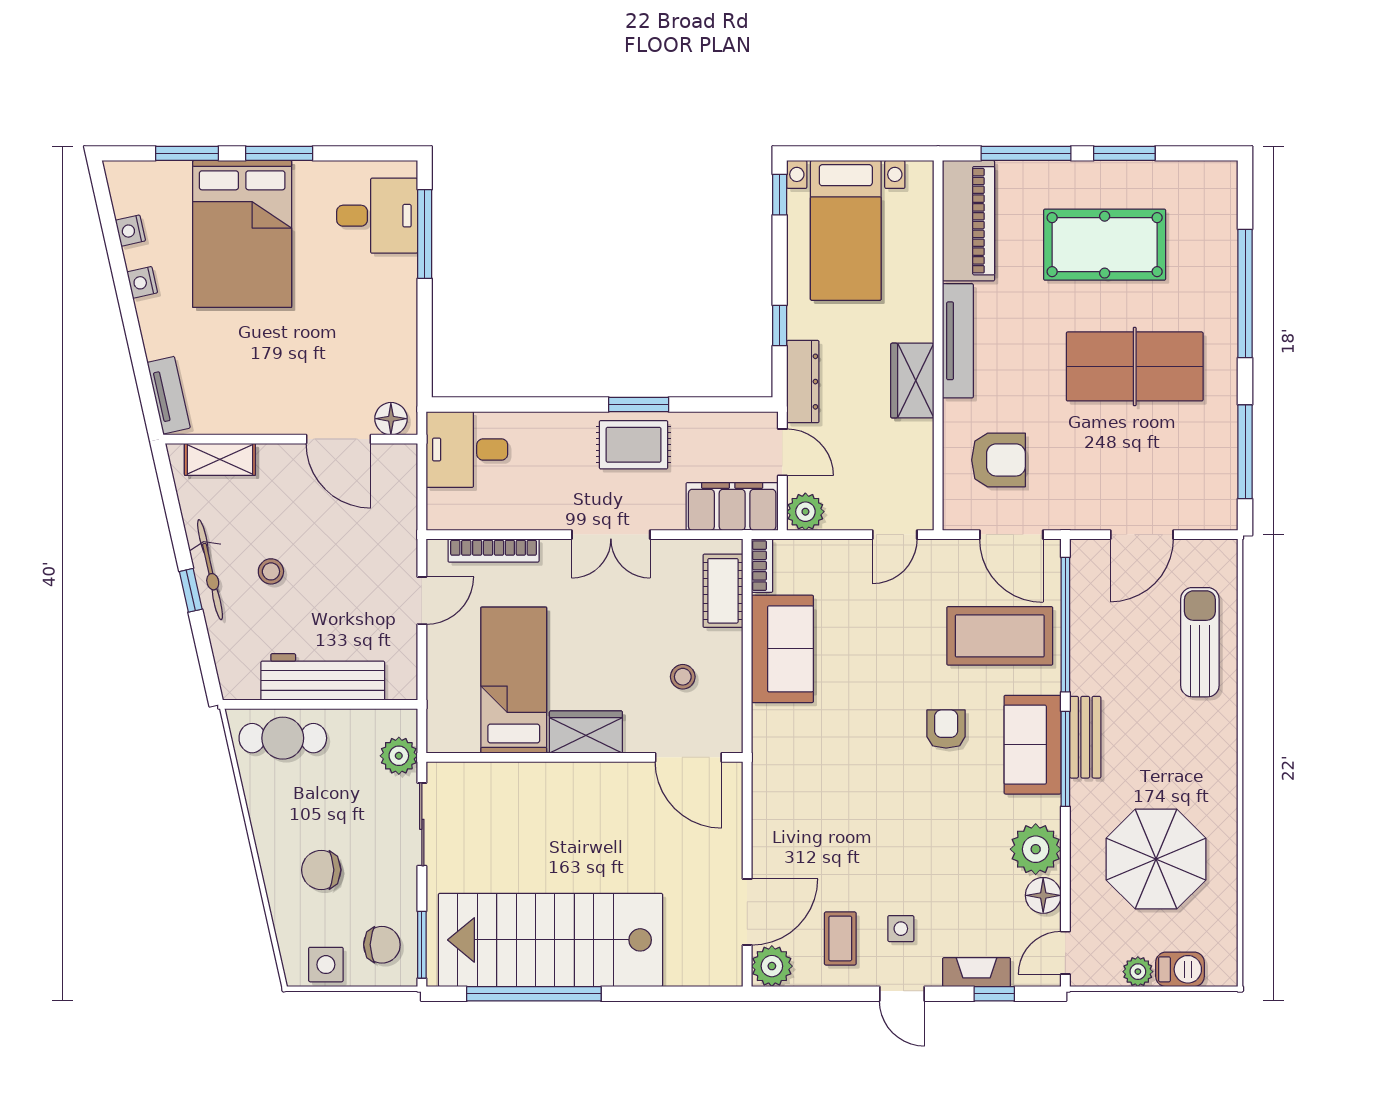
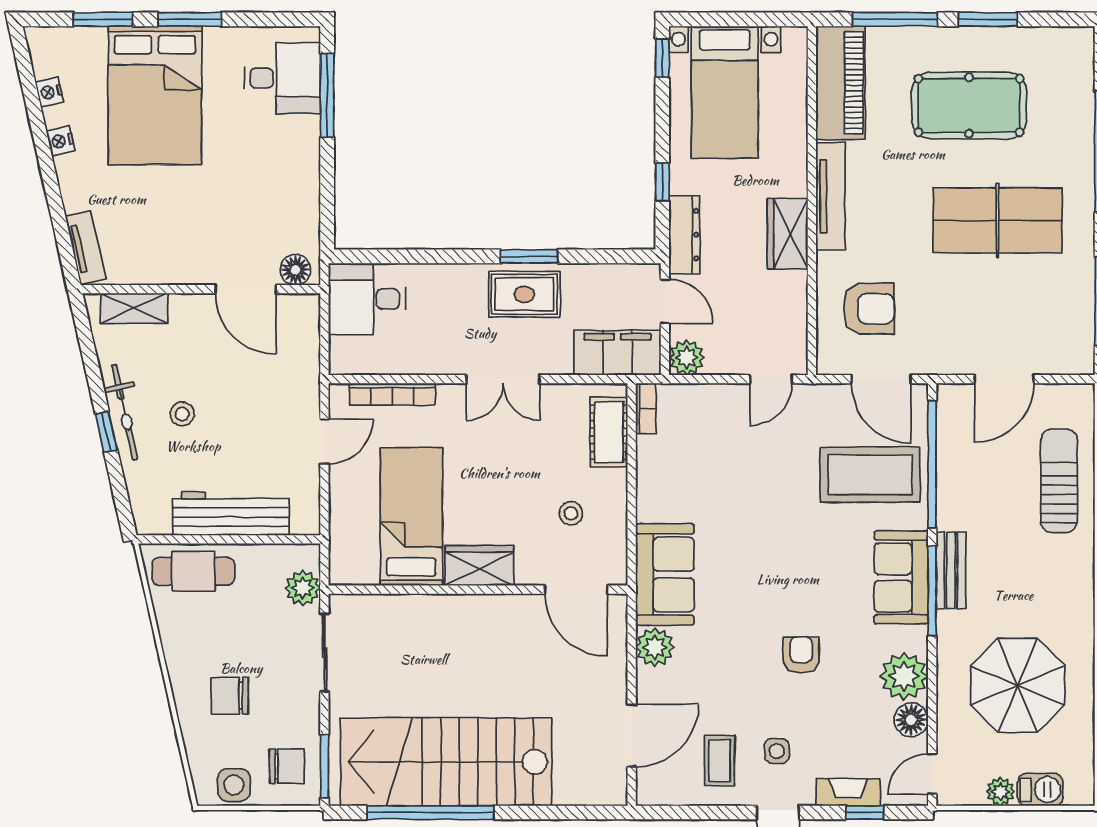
sofa: (782, 649) -> (665, 575), moved
armchair: (946, 729) -> (801, 655), moved
plant: (772, 966) -> (655, 647), moved

